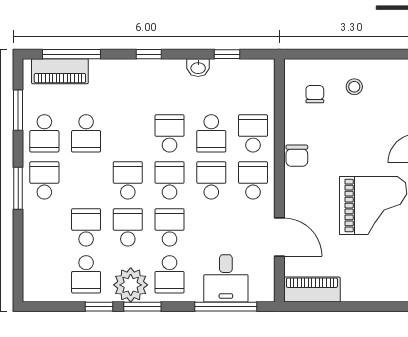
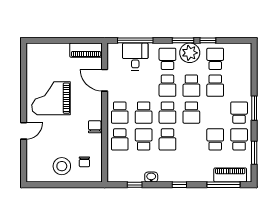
stool: (354, 87) -> (62, 166), width x1.89, depth x1.89
school desk: (44, 180) -> (239, 113), turned 180

